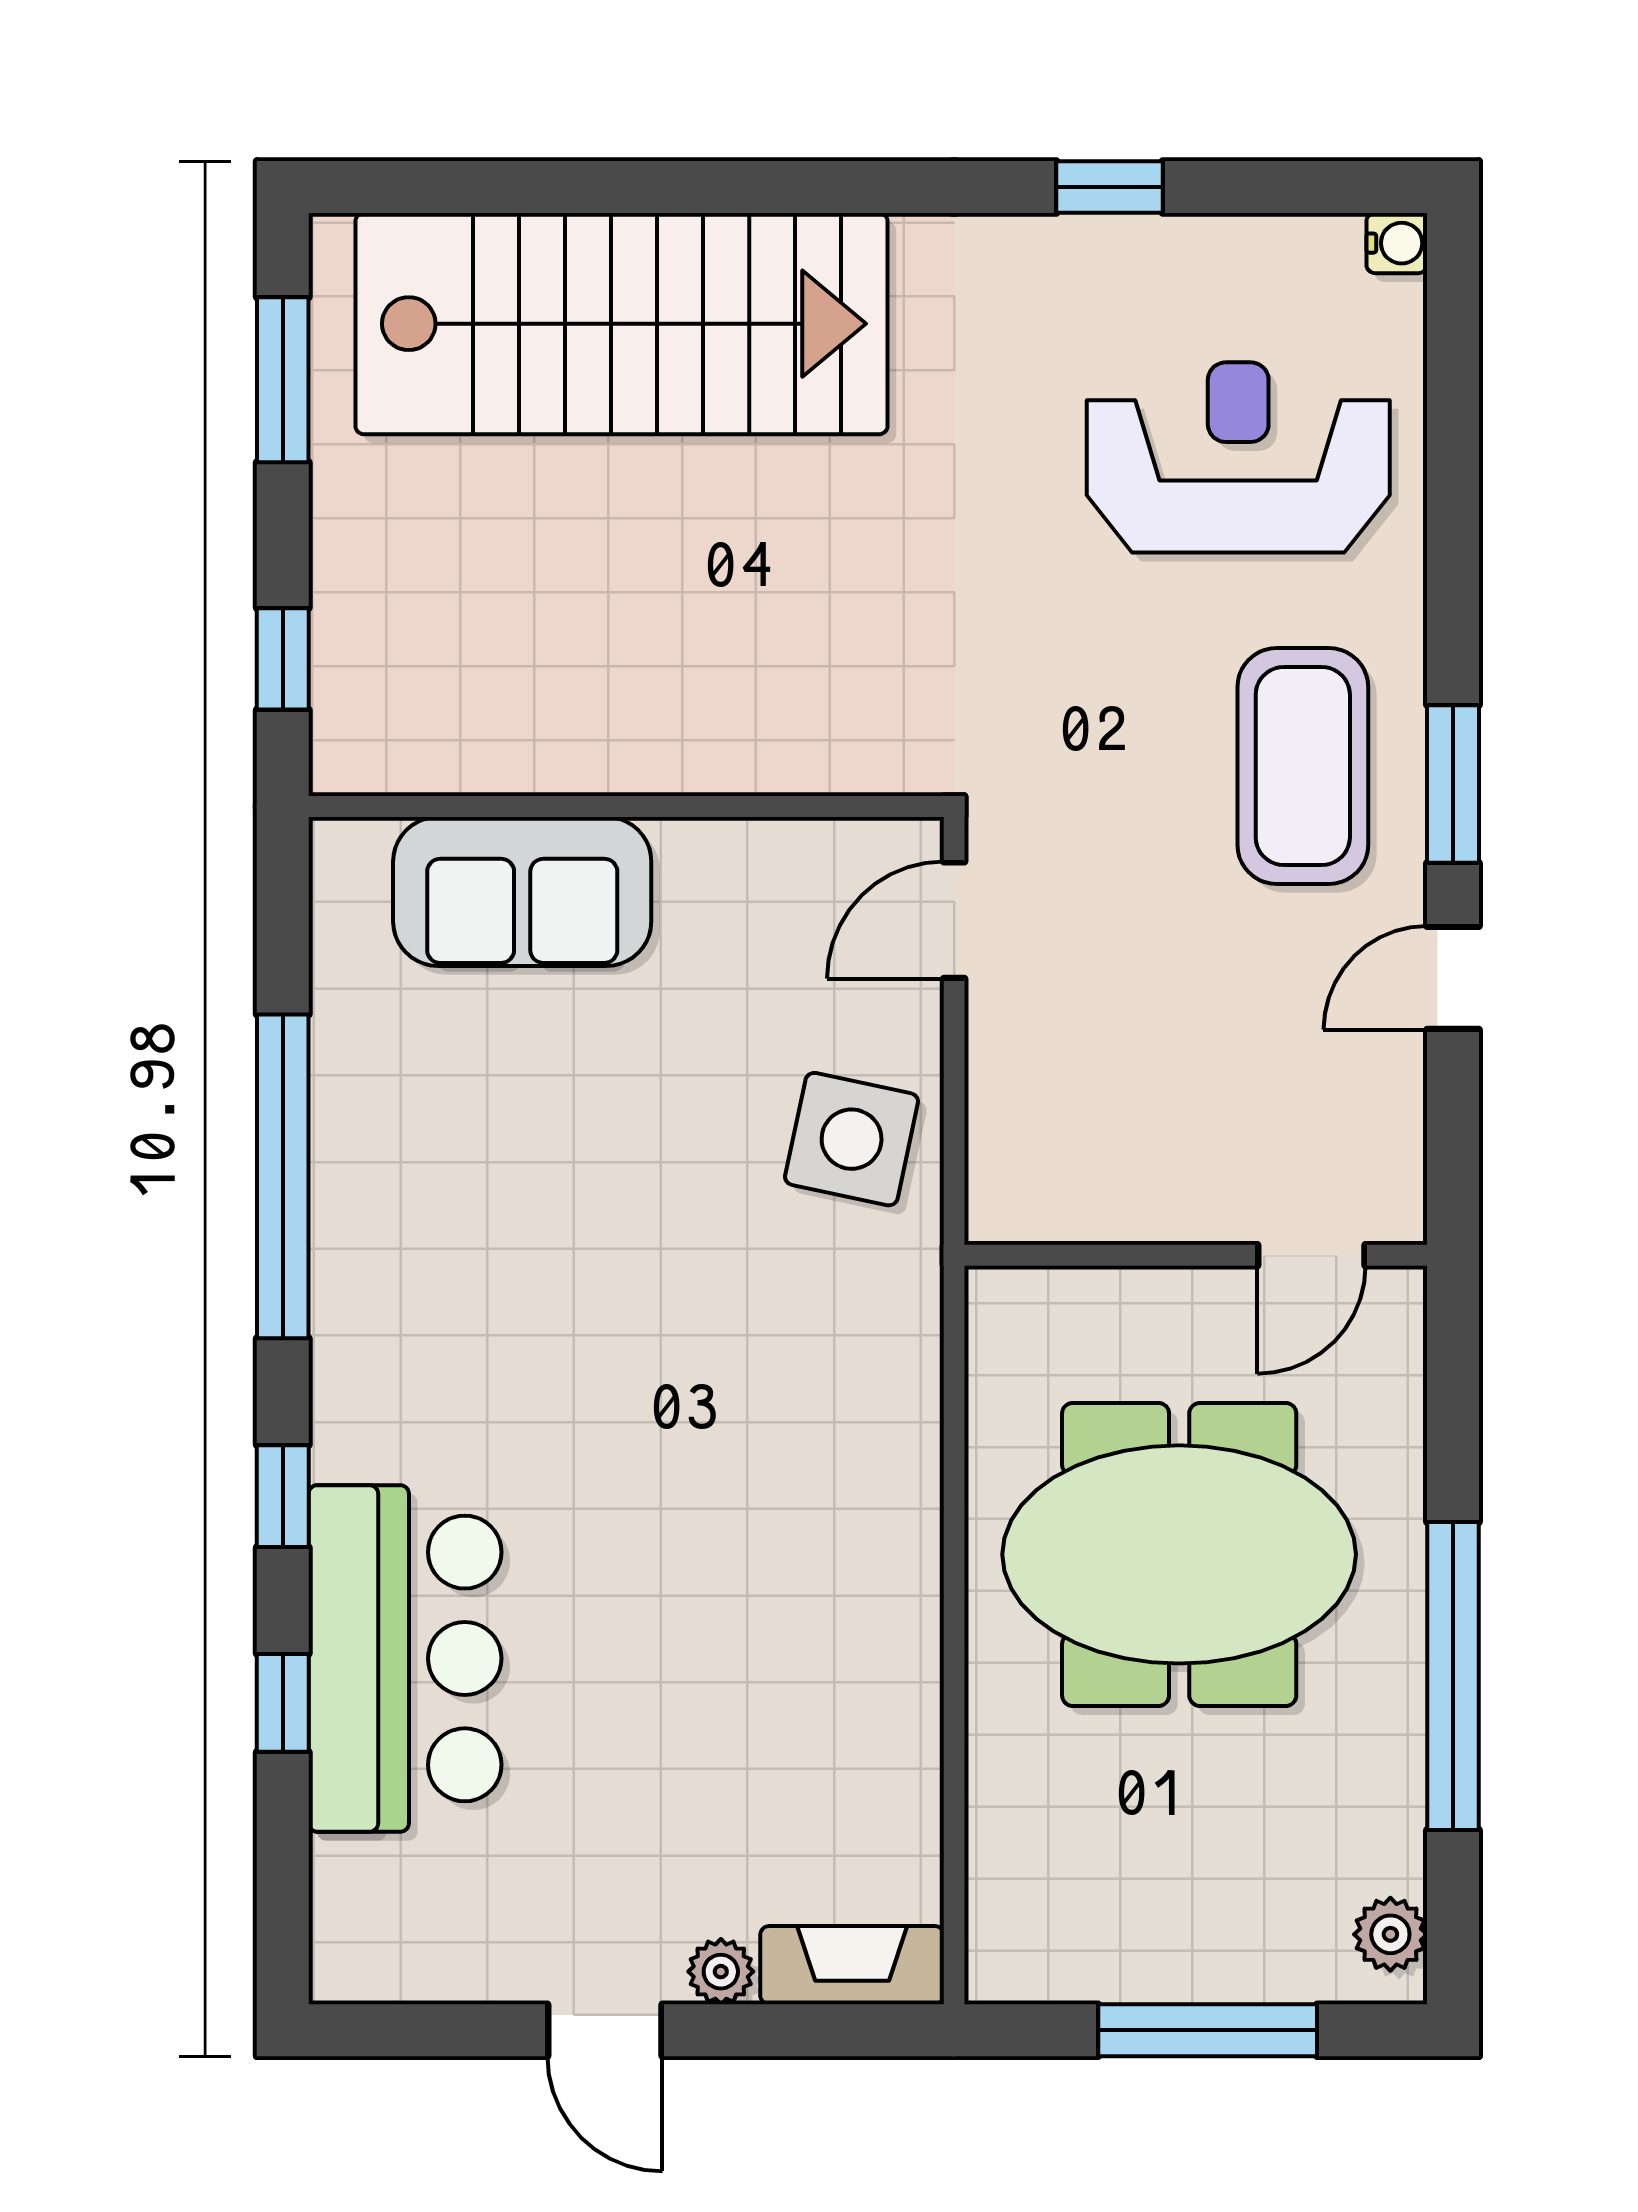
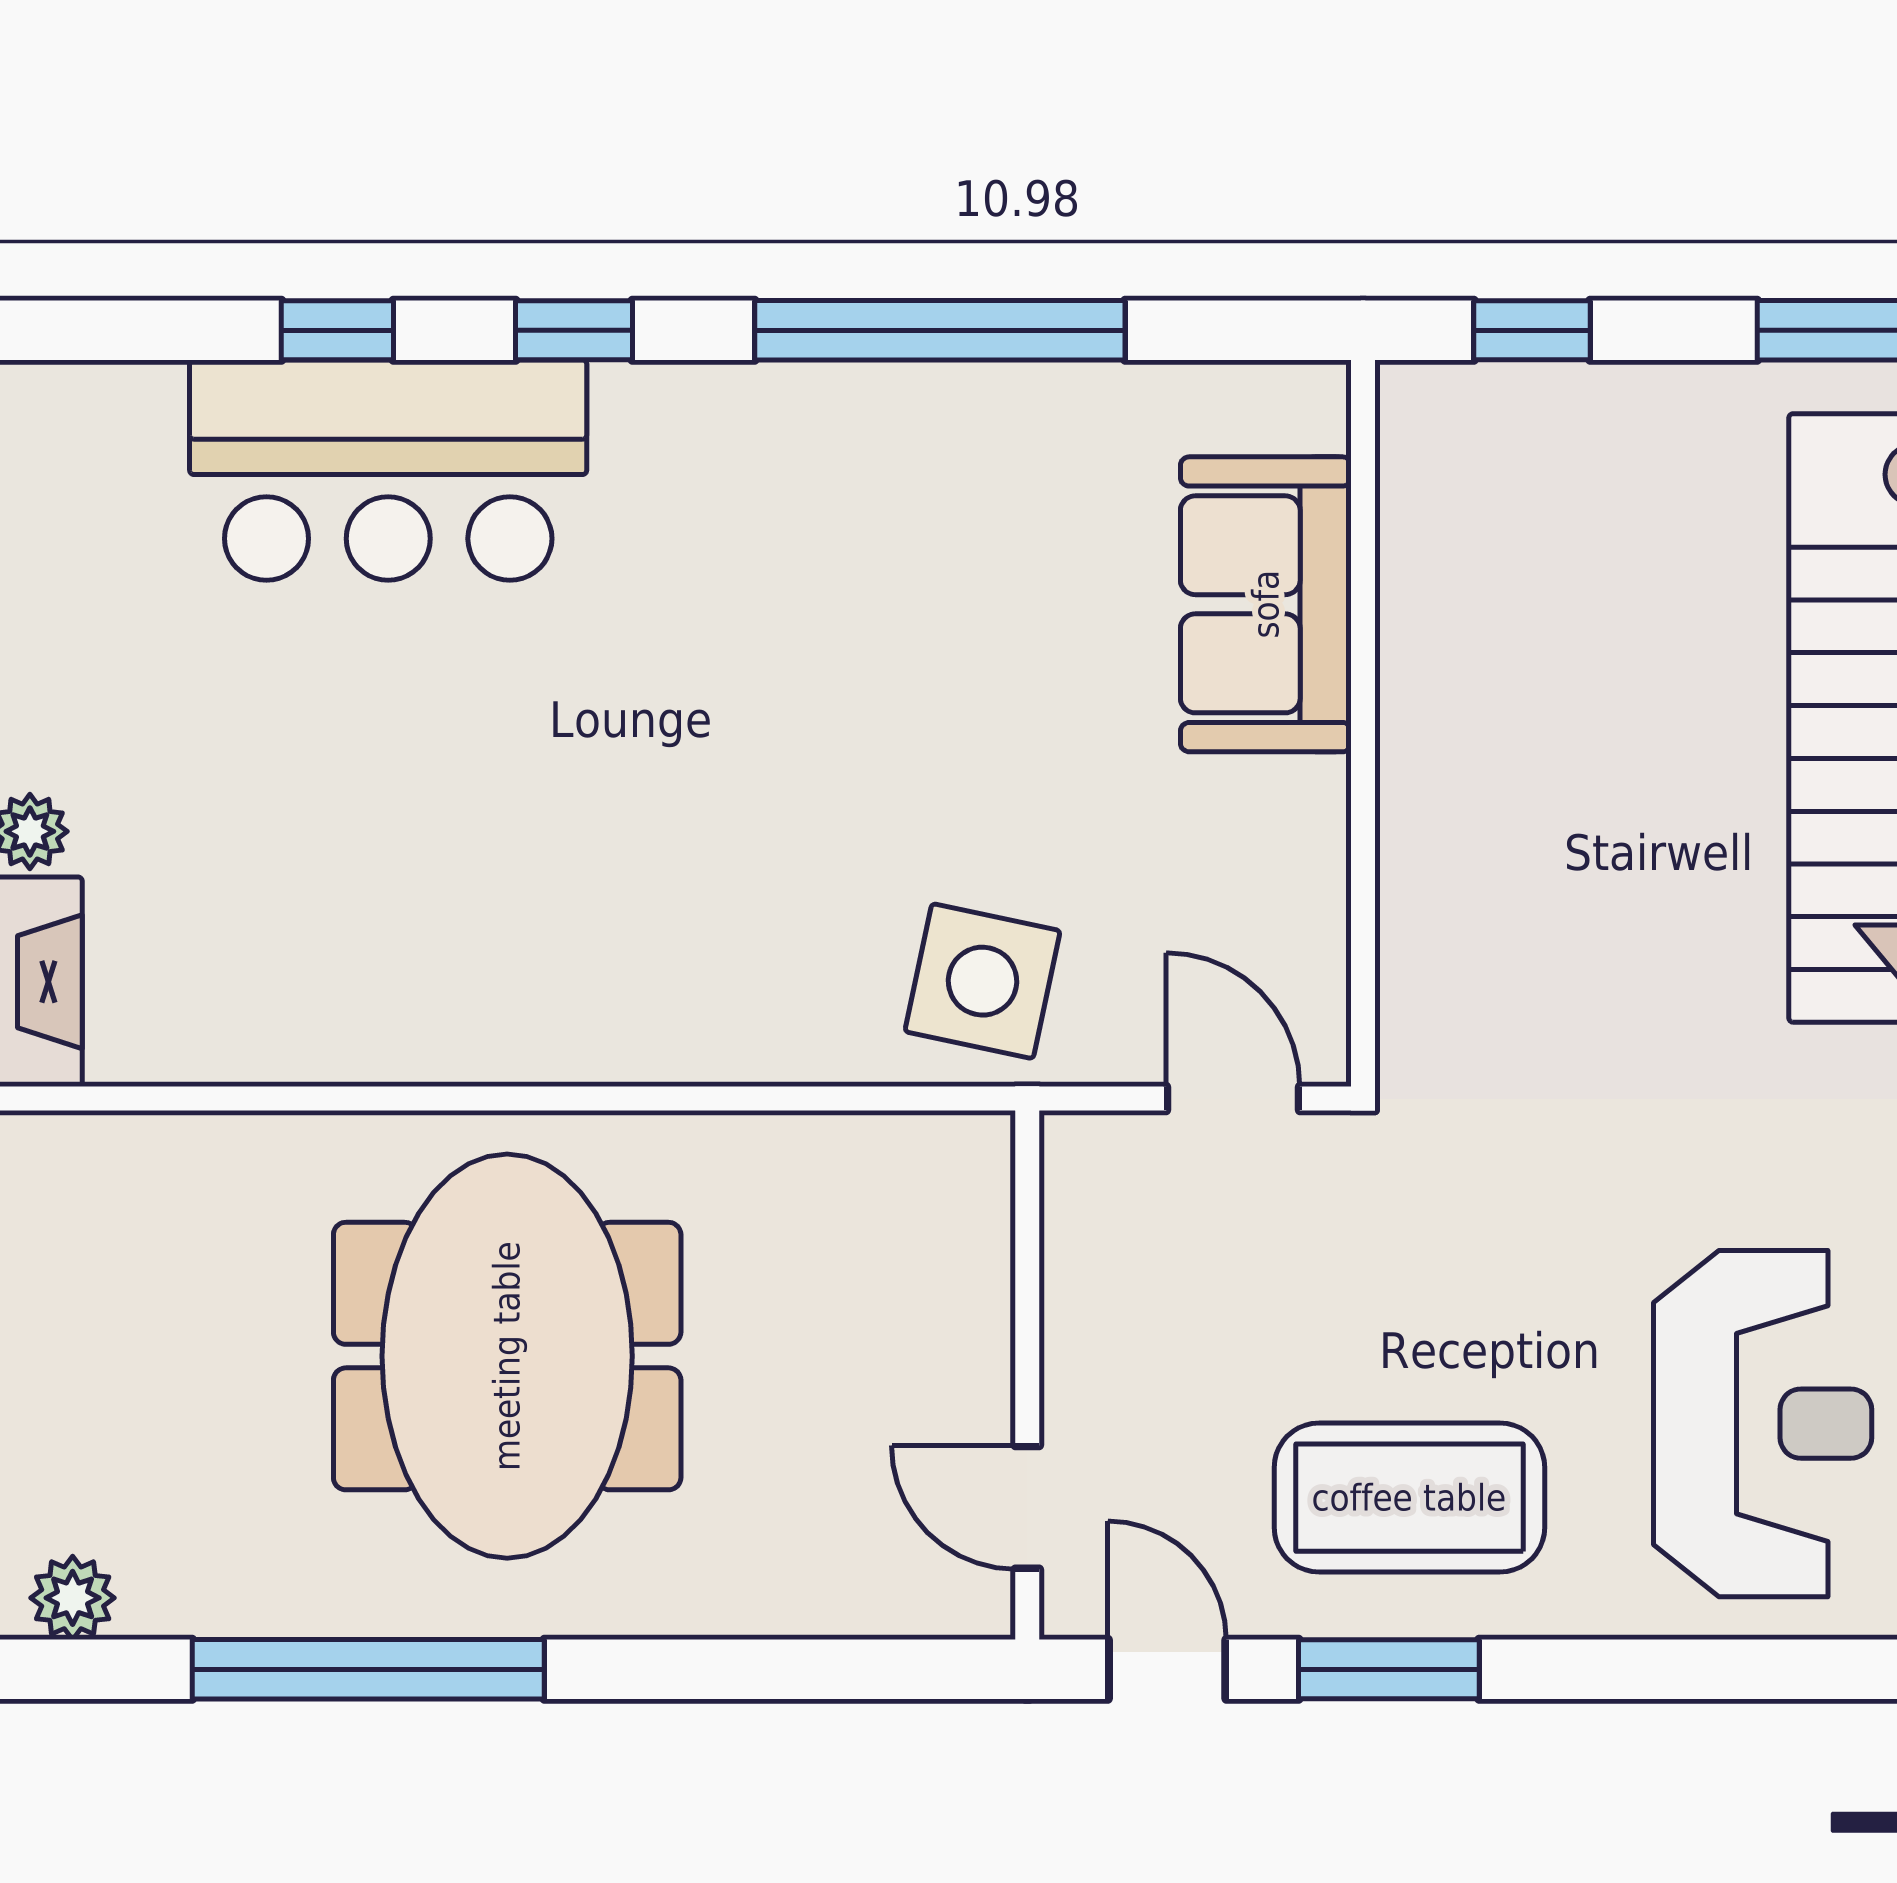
wall: (1196, 1255) -> (1027, 1375), moved
door: (1311, 1255) -> (1027, 1507), moved

